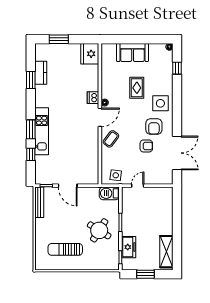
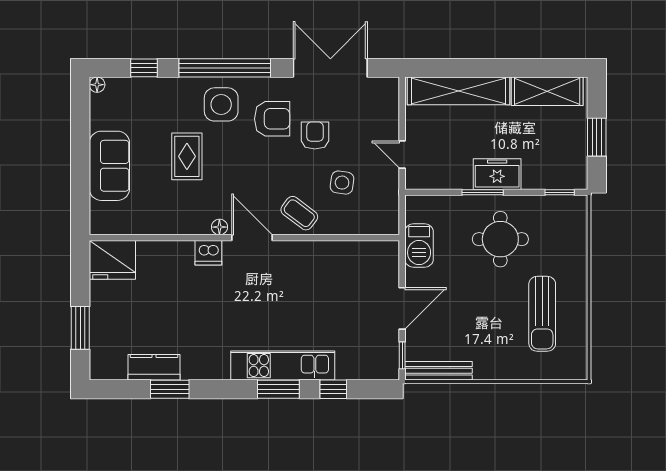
rug: (137, 88) -> (187, 156), turned 90
window: (177, 105) -> (225, 68), added
side table: (116, 175) -> (342, 183), moved
barbecue: (109, 193) -> (419, 246), moved
shelving: (167, 211) -> (458, 91), added
round table: (99, 230) -> (500, 239), turned -32
freezer: (129, 247) -> (497, 174), moved

